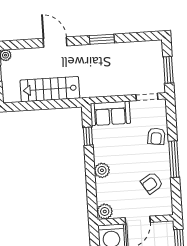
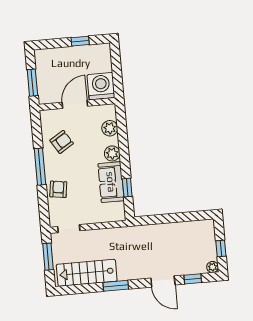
window: (25, 44) -> (193, 279), added
stairs: (50, 89) -> (87, 273), moved, turned 180
sofa: (110, 113) -> (111, 182), moved, turned -90
plant: (105, 211) -> (110, 128), moved

